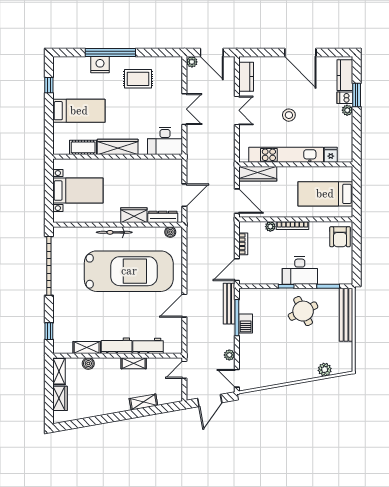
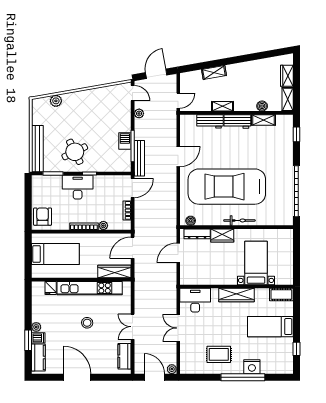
cot: (83, 147) -> (281, 295), moved
bed with nightstands: (78, 191) -> (256, 263), moved, turned 90
door: (237, 201) -> (133, 248), hinge flipped

